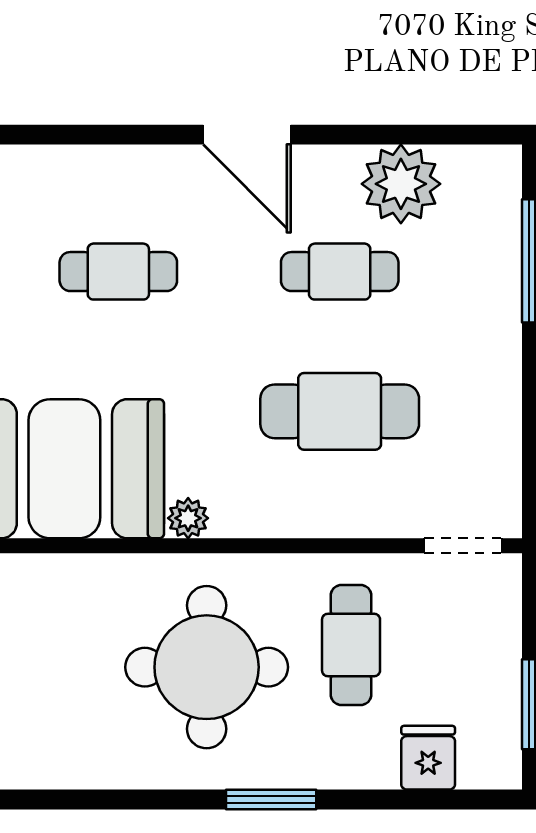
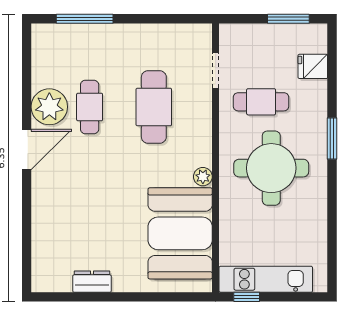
plant: (401, 184) -> (49, 107), moved
cafe table: (118, 272) -> (90, 209), removed
doorway: (463, 546) -> (216, 71), moved

